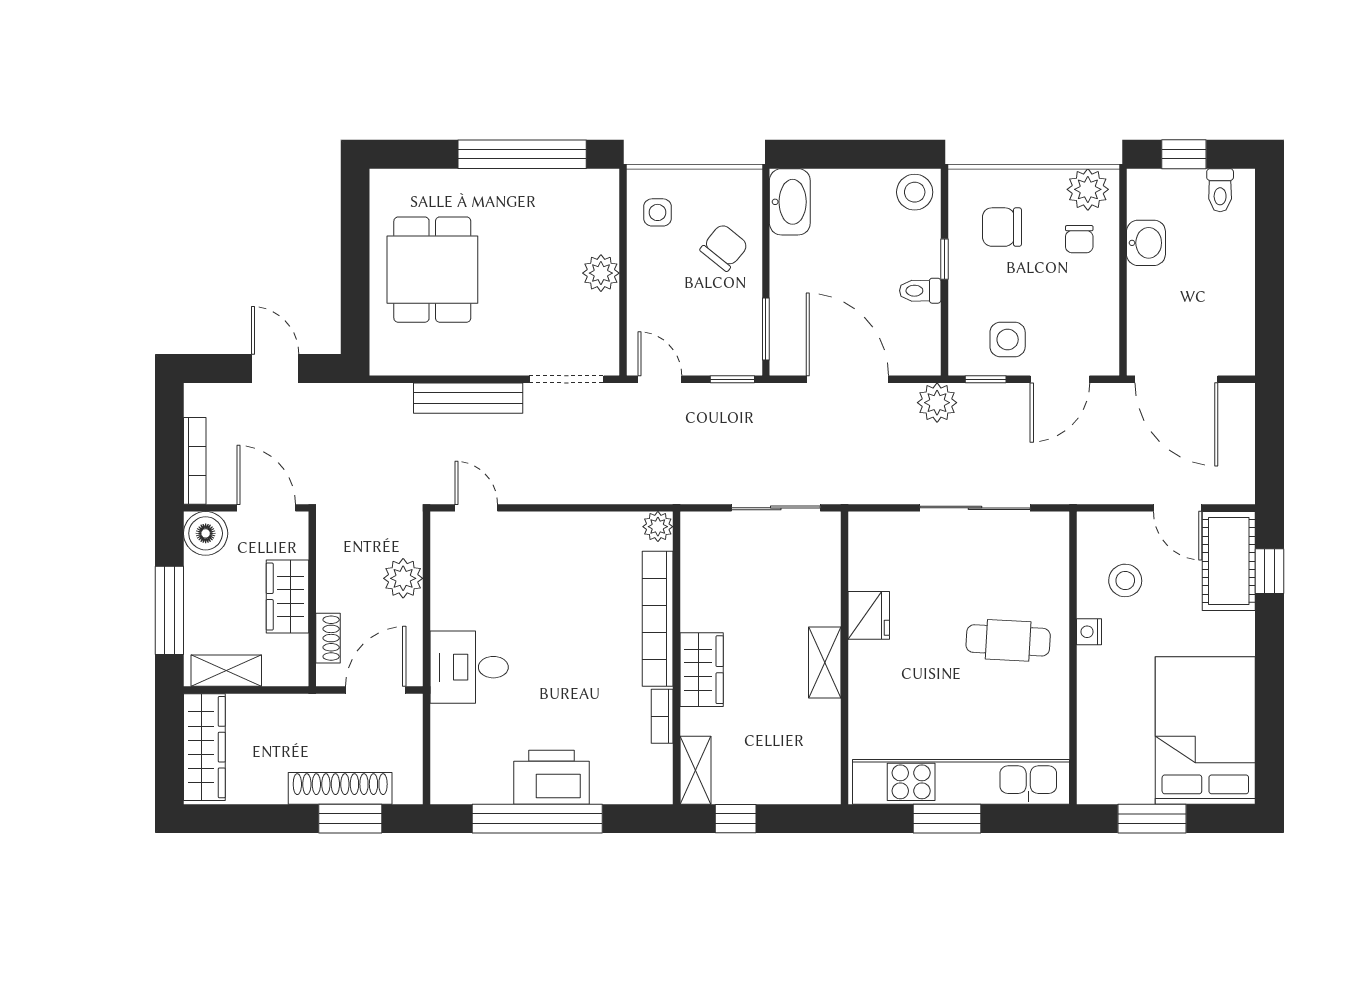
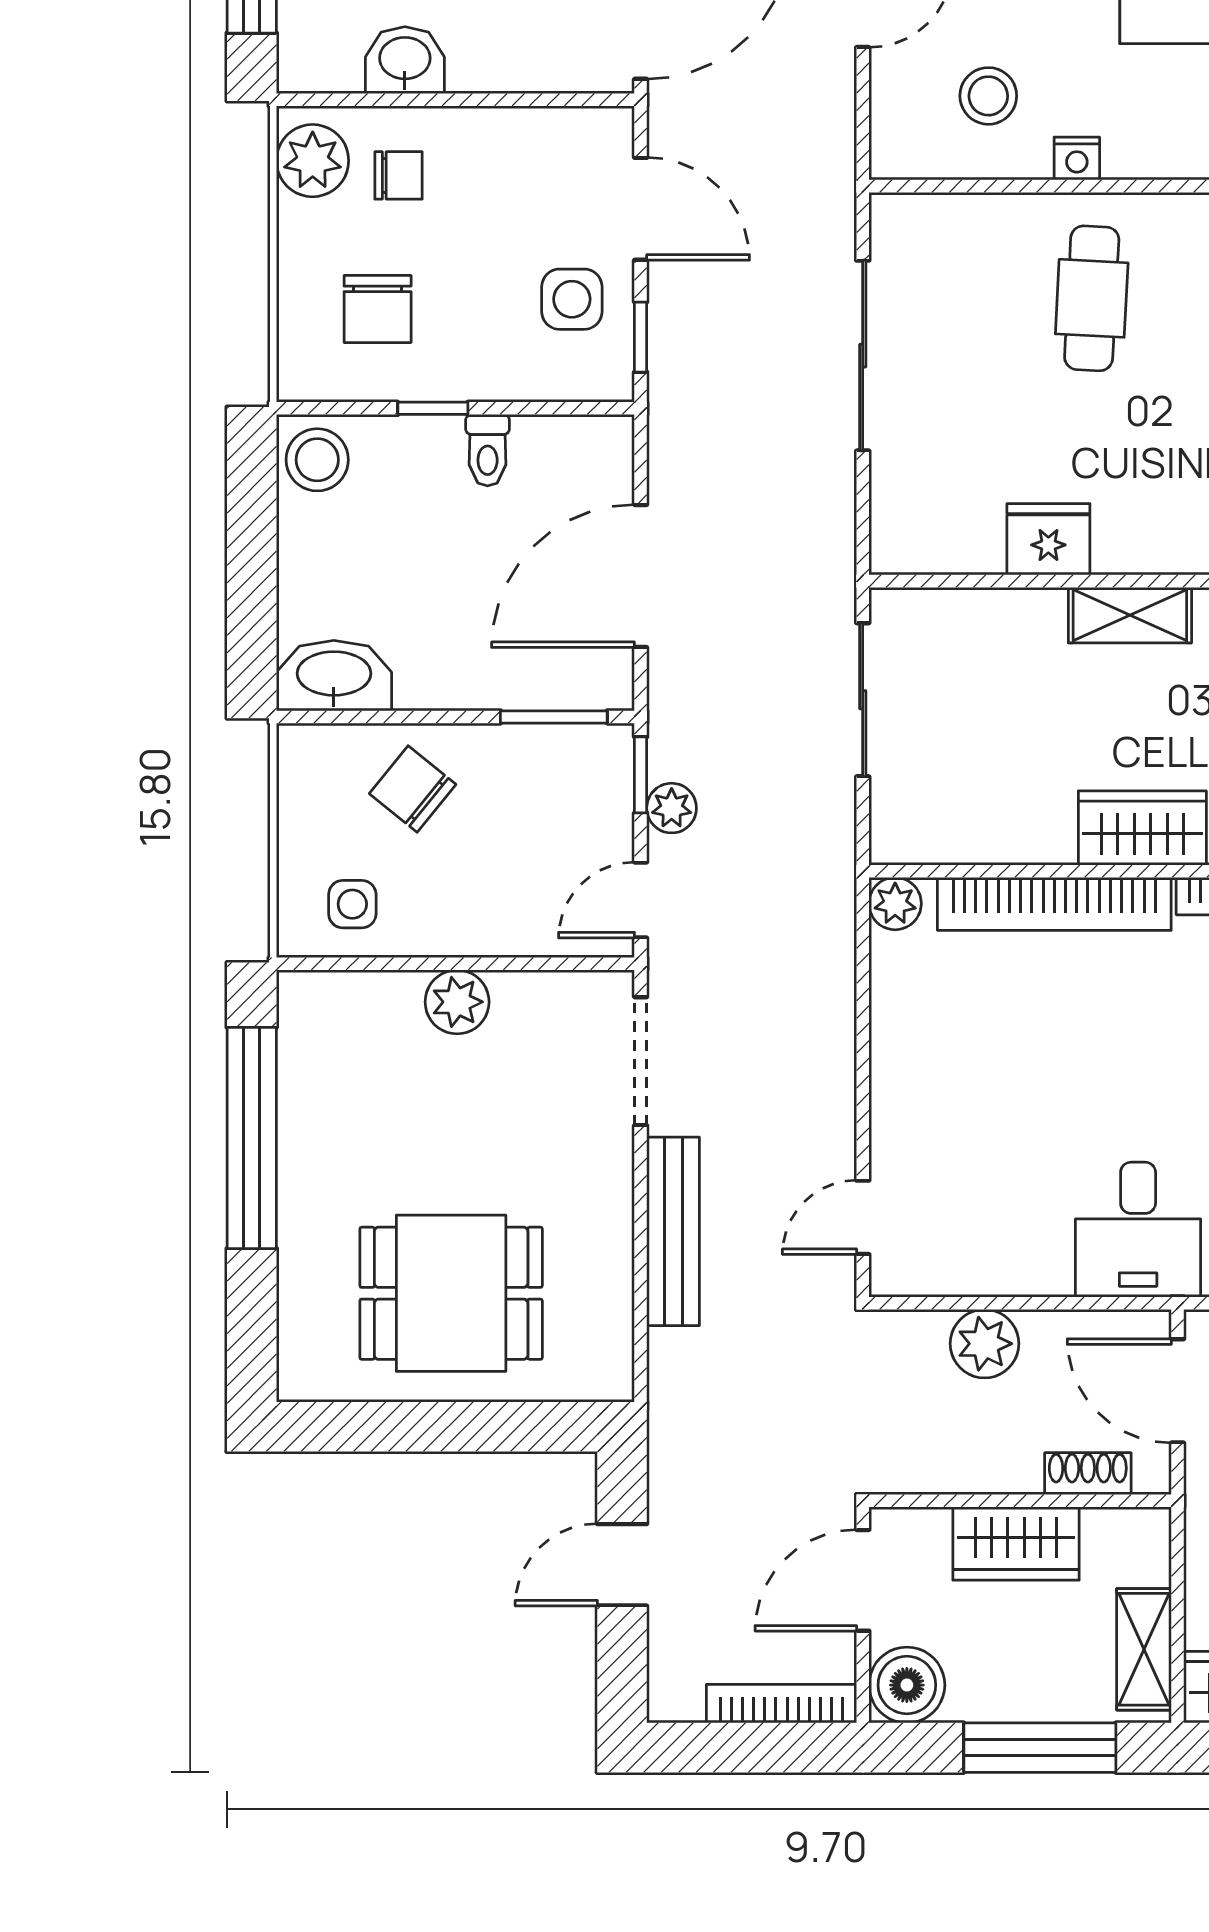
plant: (937, 403) -> (672, 808), moved, width x0.73, depth x0.73

